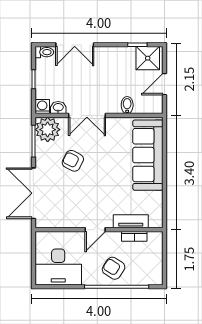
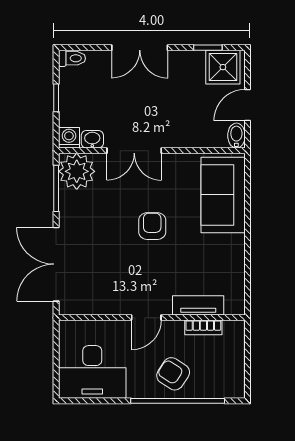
double door: (75, 45) -> (140, 48), moved
bidet: (127, 105) -> (236, 136), moved
sofa: (148, 155) -> (223, 195), width x0.73
armchair: (73, 161) -> (152, 226), moved, turned 63

